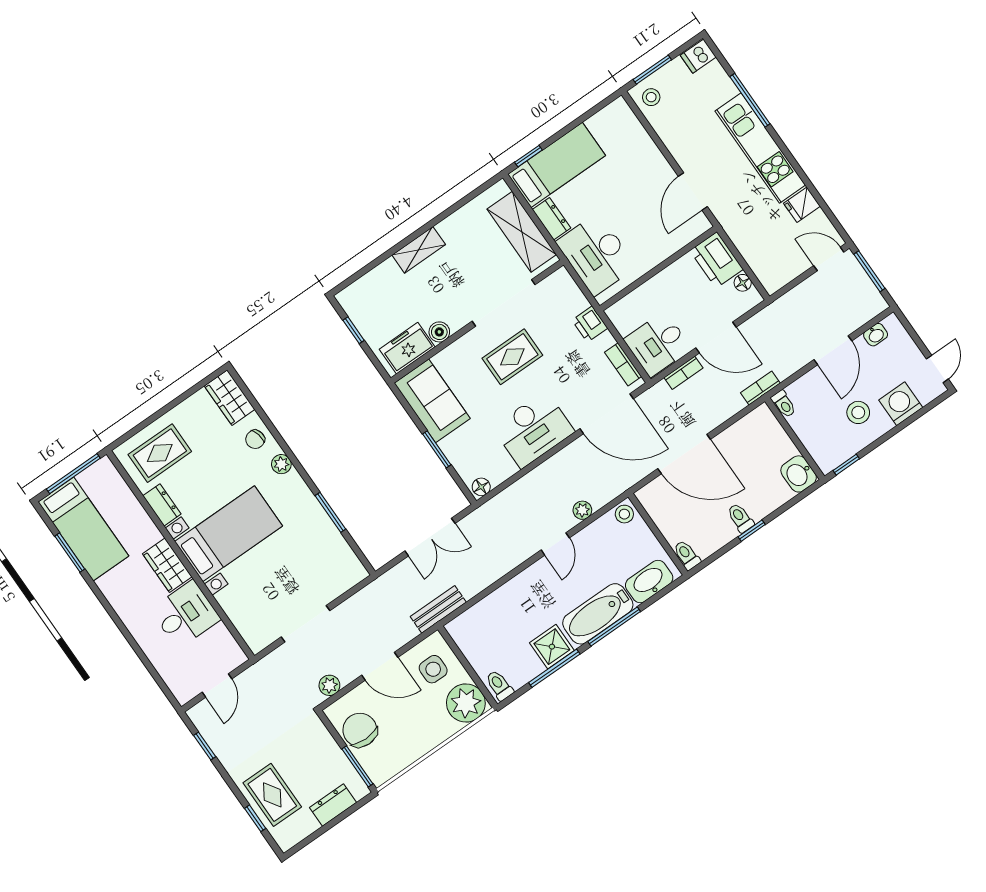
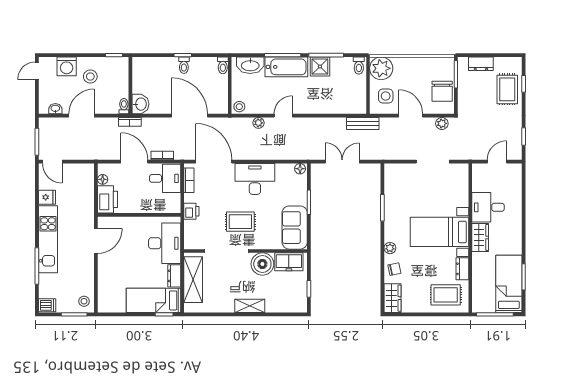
boiler: (439, 332) -> (262, 264), width x1.86, depth x1.86
washbasin: (799, 474) -> (140, 104), moved

